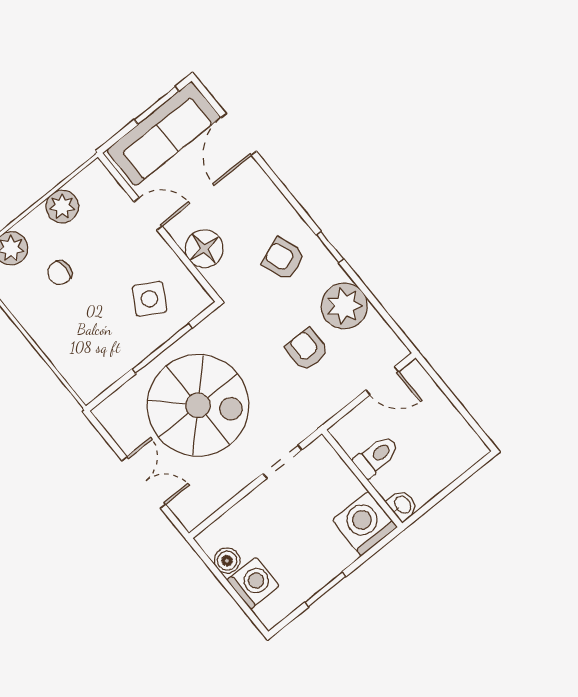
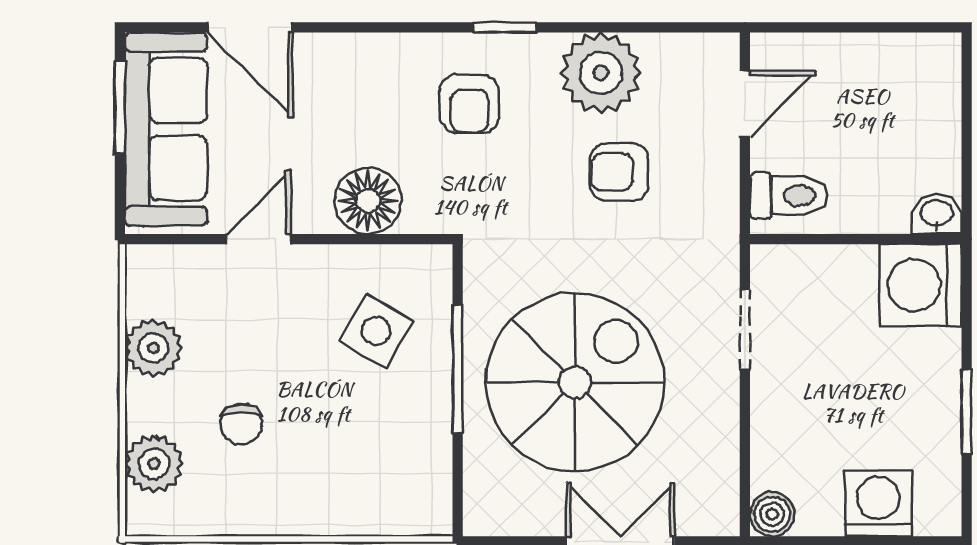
armchair: (283, 259) -> (469, 104), turned -70
toilet: (376, 456) -> (789, 195), moved, turned 90
boiler: (227, 561) -> (772, 514), moved

